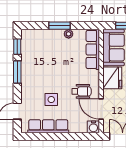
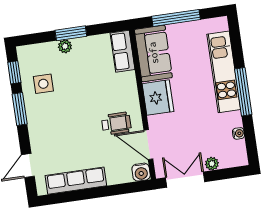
plant: (69, 34) -> (65, 46), moved
row of seats: (93, 49) -> (123, 51), width x0.68
side table: (51, 100) -> (43, 84), moved

